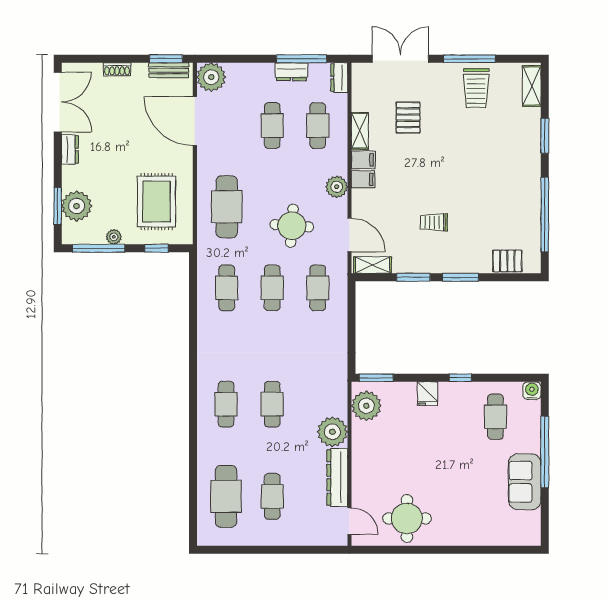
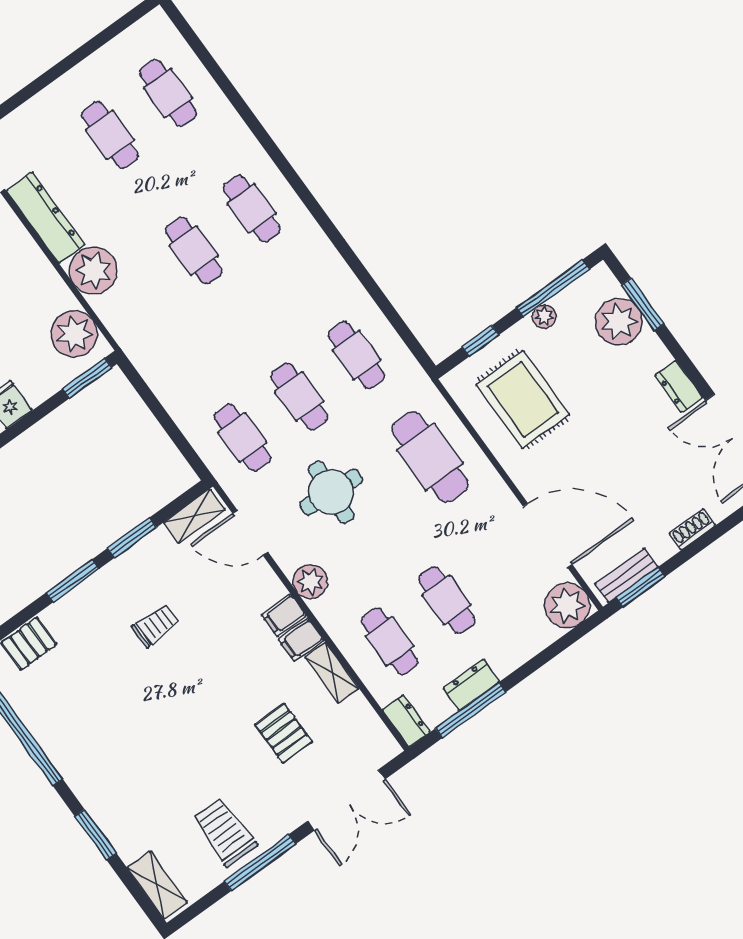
cafe table: (226, 496) -> (168, 93), width x0.73, depth x0.74

